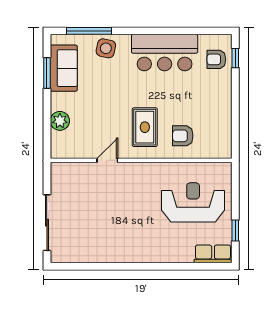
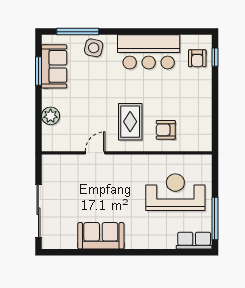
armchair: (216, 59) -> (197, 58), turned -90
window: (235, 230) -> (215, 218), width x2.17
sofa: (114, 249) -> (101, 236), added

